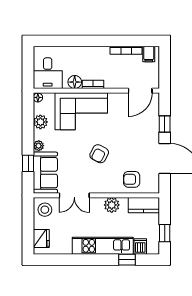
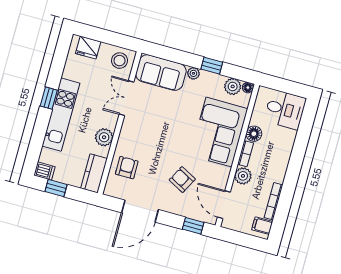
desk: (48, 73) -> (285, 110), moved, turned 180
plant: (112, 81) -> (243, 176), added
plant: (40, 122) -> (233, 86), moved
window: (165, 124) -> (193, 226), moved
armchair: (99, 154) -> (182, 180), moved
window: (28, 163) -> (212, 66), moved
dishwasher: (140, 247) -> (45, 171), moved
window: (127, 260) -> (49, 98), moved

